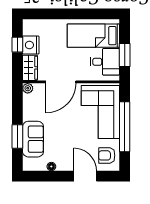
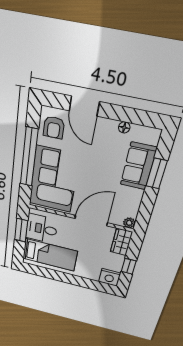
nightstand: (31, 45) -> (109, 277), moved, turned 90
armchair: (107, 155) -> (54, 127), turned 90

